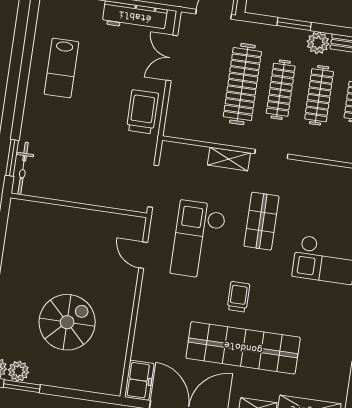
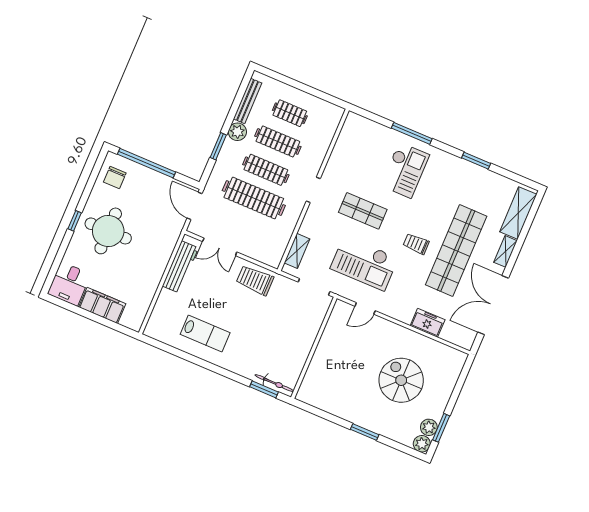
shelving: (229, 159) -> (297, 251), moved
freezer: (139, 380) -> (428, 323), moved

